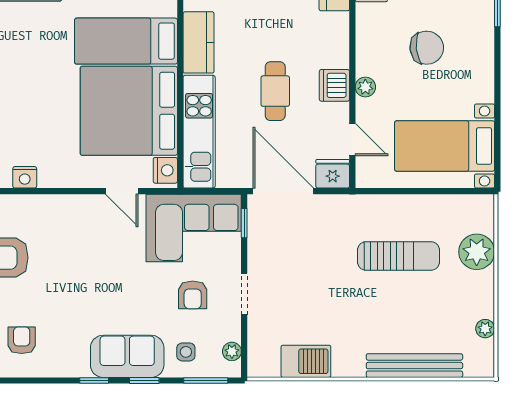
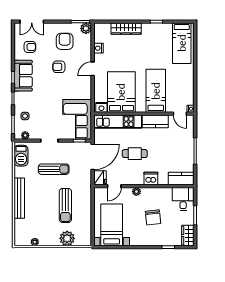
dishwasher: (334, 85) -> (151, 179), moved
bed: (129, 111) -> (121, 92), width x0.73
door: (122, 191) -> (93, 69), moved
sun lounger: (312, 284) -> (54, 169), added
armchair: (193, 295) -> (59, 67), moved
sofa: (127, 356) -> (23, 76), moved
barbecue: (306, 361) -> (21, 156), moved
bench: (414, 366) -> (19, 198), moved

